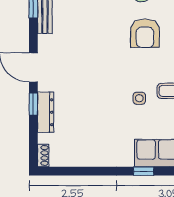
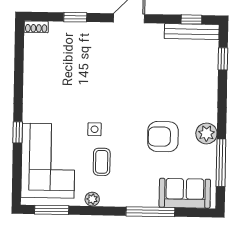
window: (33, 104) -> (75, 17), moved
dresser: (46, 112) -> (82, 30), removed

